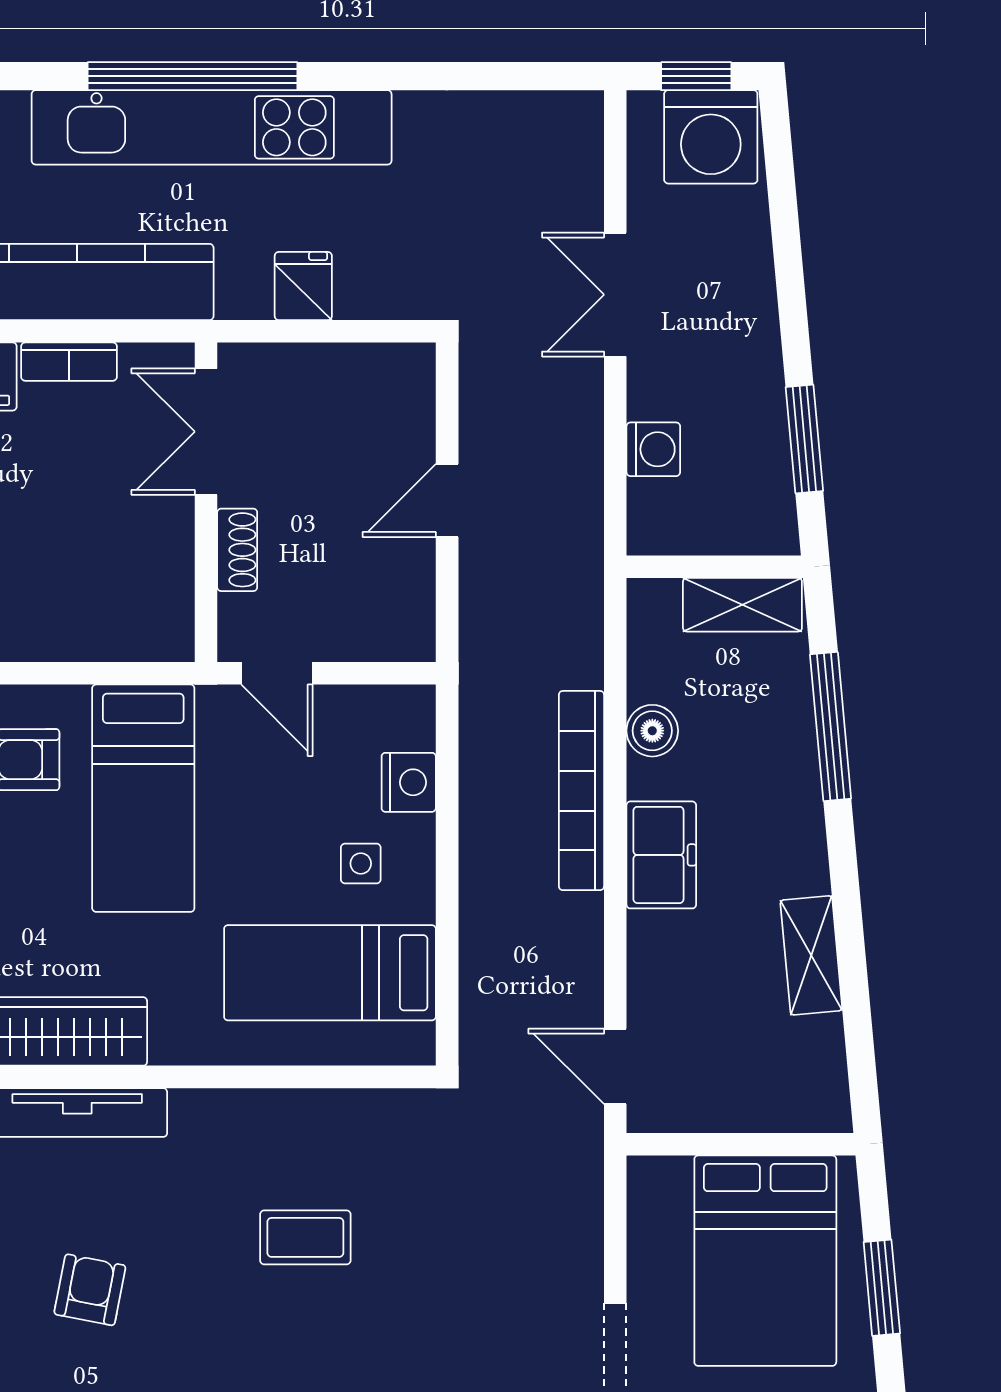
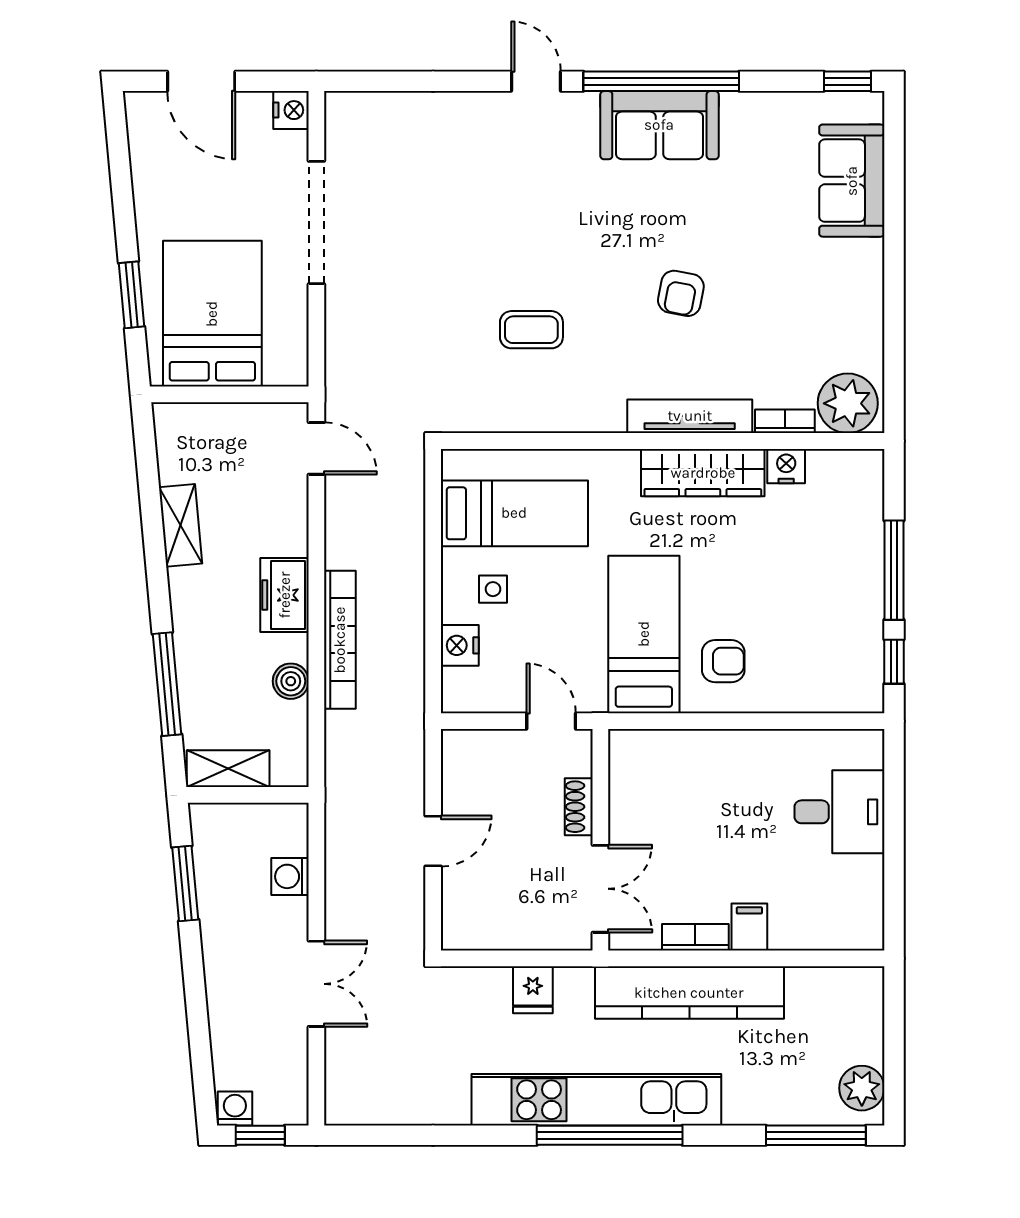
washing machine: (711, 137) -> (235, 1108), width x0.53, depth x0.53

